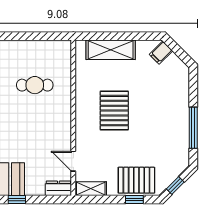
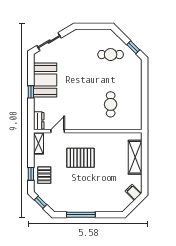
pallet: (114, 111) -> (80, 158), moved
pallet: (136, 180) -> (44, 175), width x0.67, depth x0.71

